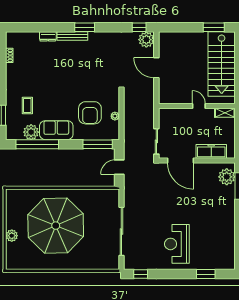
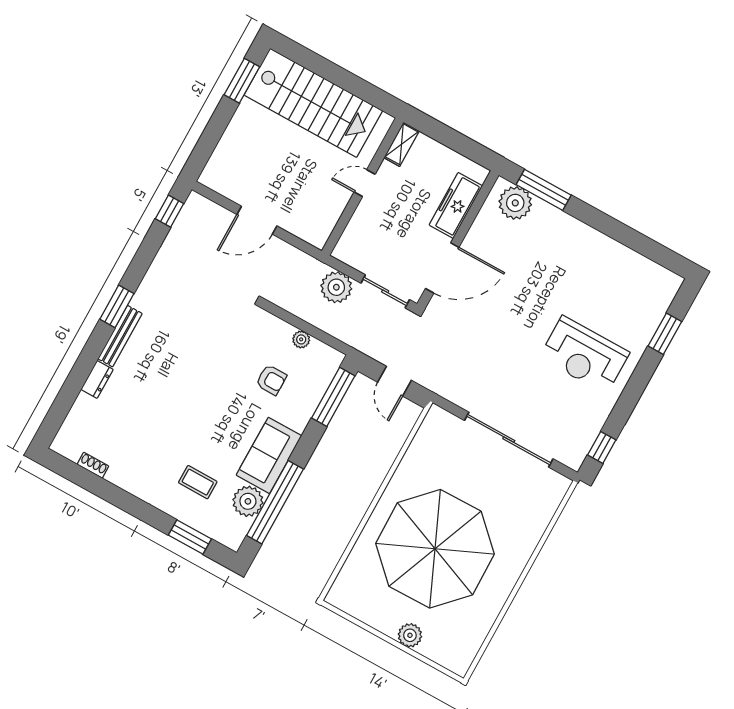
plant: (146, 40) -> (336, 287), moved
armchair: (90, 113) -> (271, 380), width x0.53, depth x0.53

